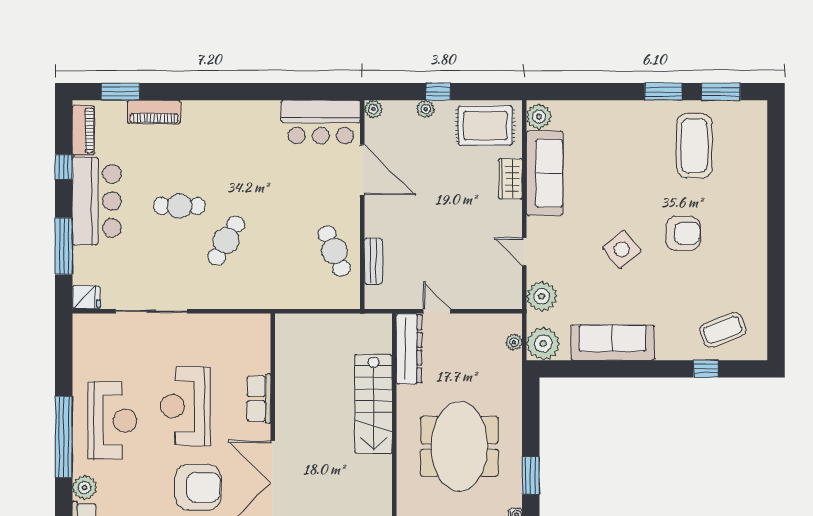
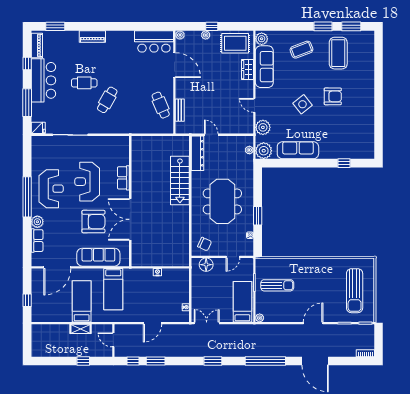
piano: (154, 112) -> (92, 36), moved
coffee table: (723, 330) -> (301, 50), moved

